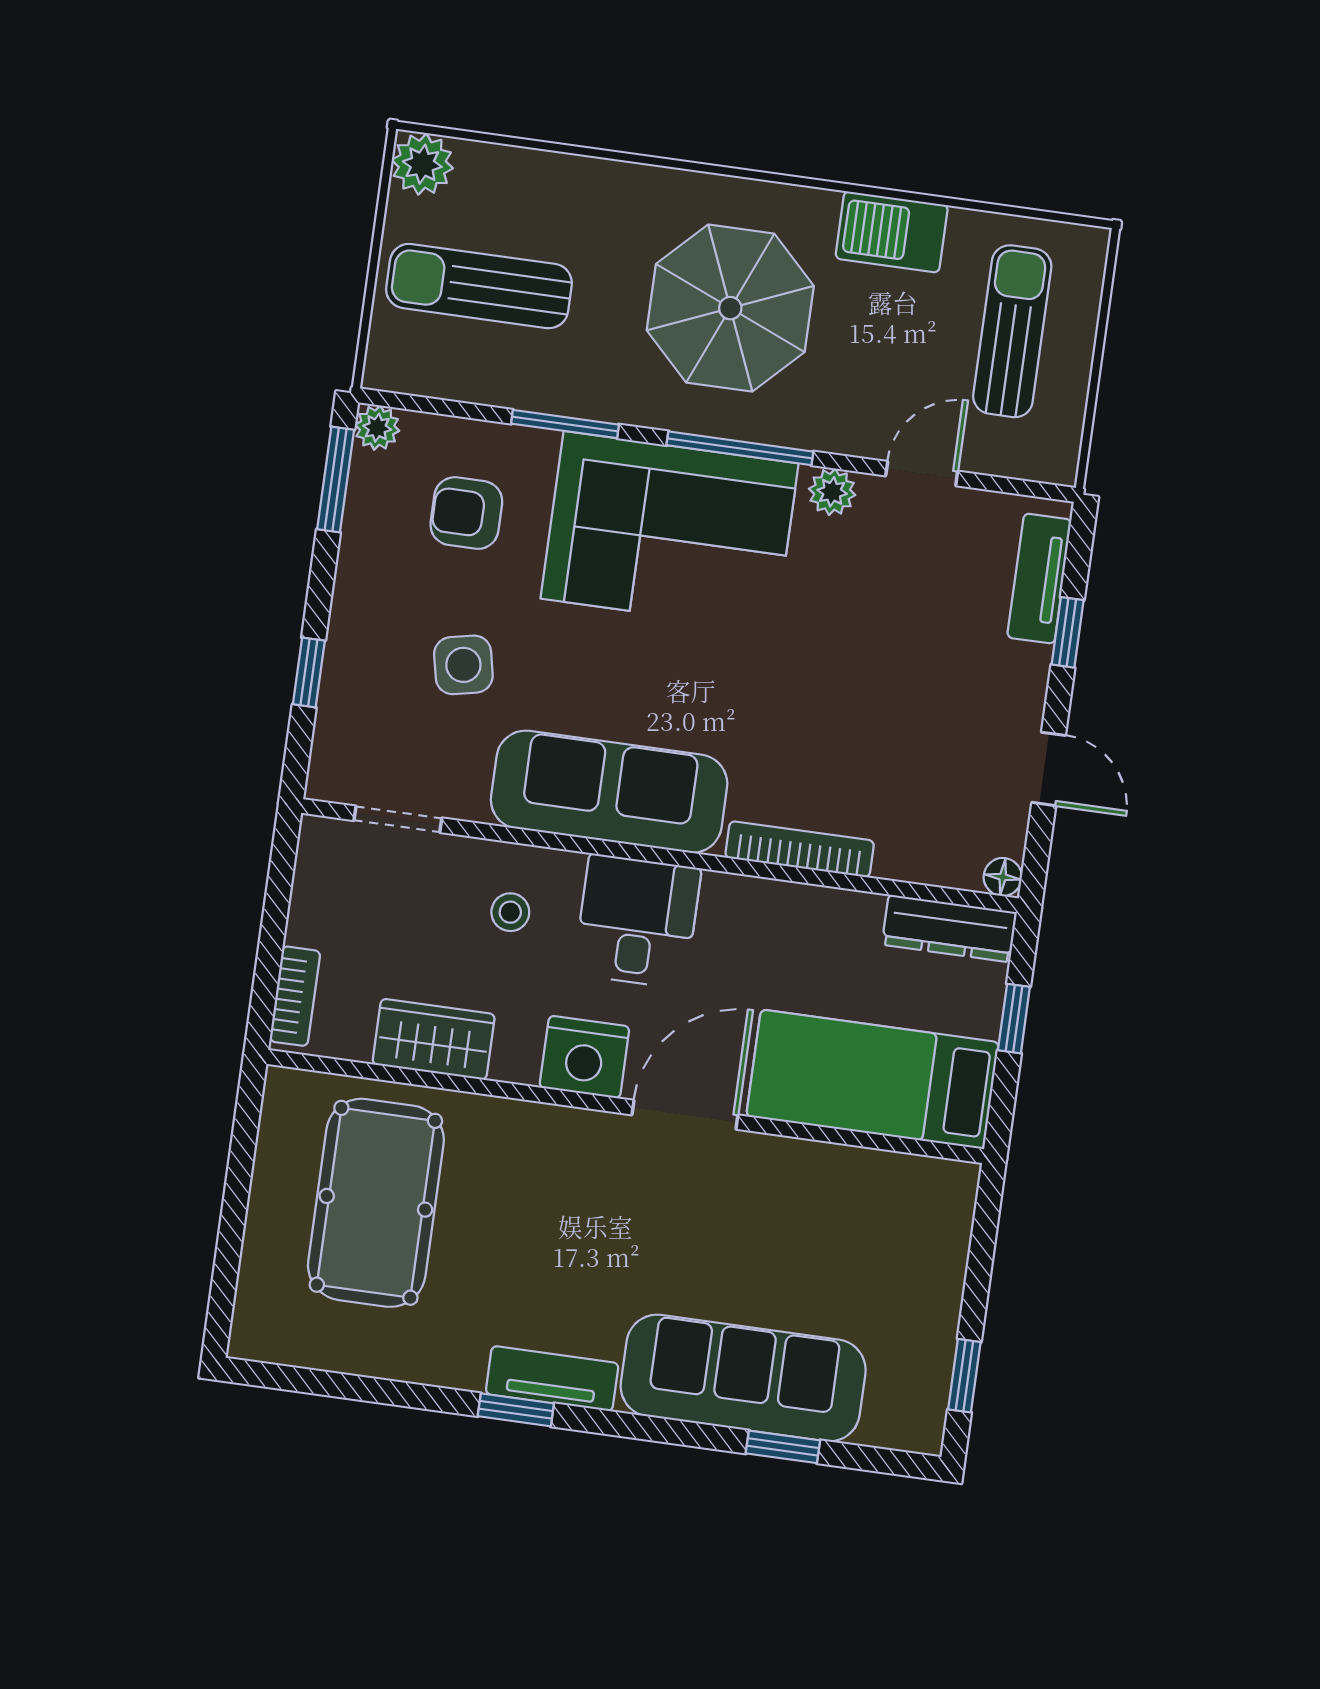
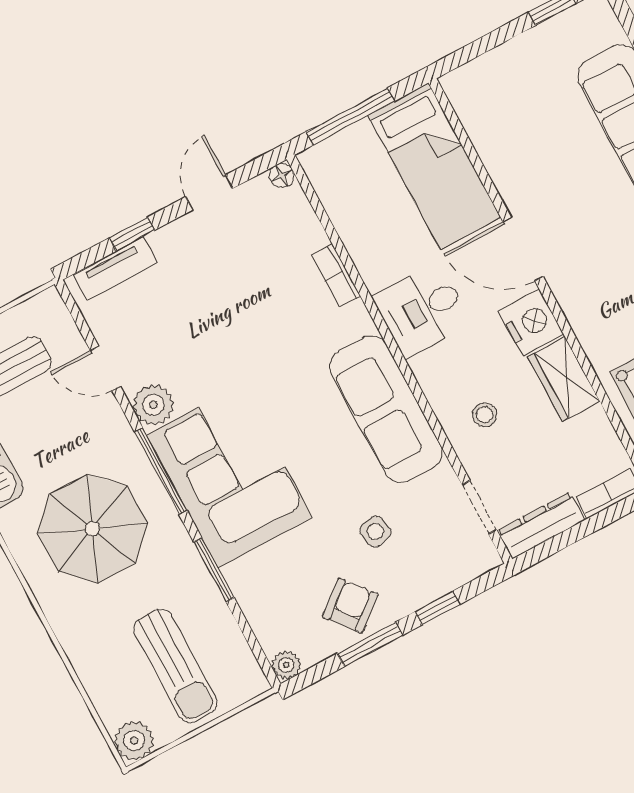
window: (336, 479) -> (370, 644), moved
plant: (832, 492) -> (153, 405), width x1.38, depth x1.38
armchair: (466, 513) -> (350, 606), moved, turned -129
side table: (463, 665) -> (375, 532), width x0.73, depth x0.73
bookcase: (800, 849) -> (336, 275), width x0.64
desk: (637, 921) -> (422, 310), moved
dresser: (949, 928) -> (541, 526), moved, turned -90
window: (1014, 1019) -> (350, 116), width x2.17
wardrobe: (434, 1039) -> (564, 379), moved

